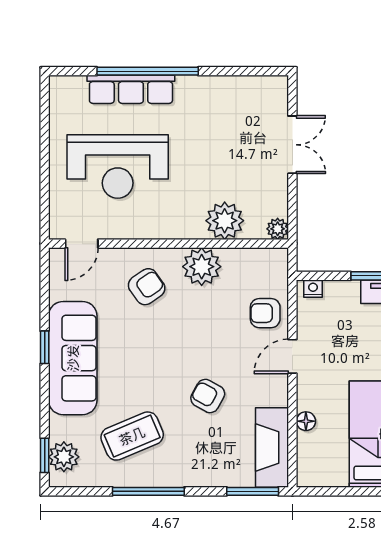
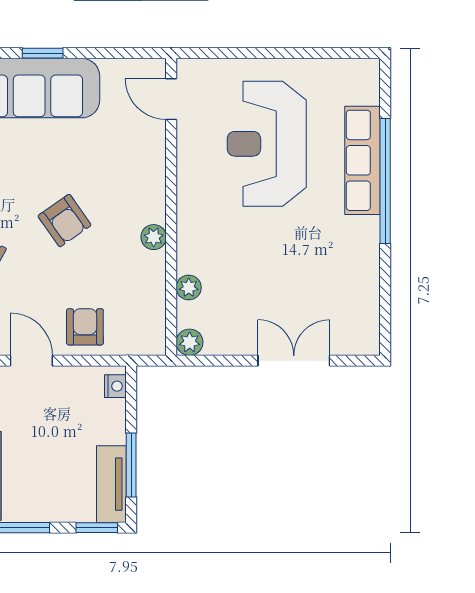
double door: (292, 145) -> (294, 361), swing flipped
plant: (225, 221) -> (189, 288), width x0.53, depth x0.53
plant: (202, 267) -> (154, 237), width x0.53, depth x0.53
armchair: (147, 287) -> (65, 221), moved

